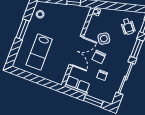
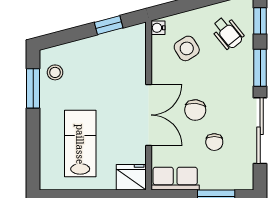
window: (23, 29) -> (33, 88), moved
side table: (104, 39) -> (187, 48), moved
lab bench: (39, 52) -> (80, 144), turned 180
fridge: (57, 77) -> (131, 177), added

